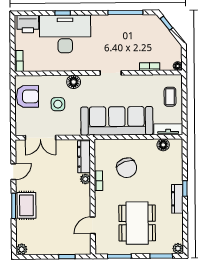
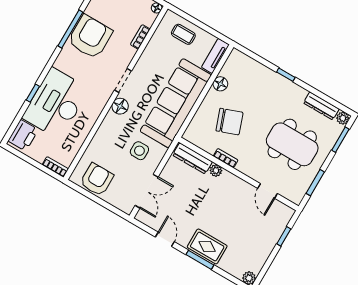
armchair: (128, 30) -> (90, 37), added
floor lamp: (74, 82) -> (120, 106), moved
side table: (58, 104) -> (139, 151), moved
floor lamp: (163, 145) -> (220, 84), moved
dresser: (177, 199) -> (321, 106), moved

